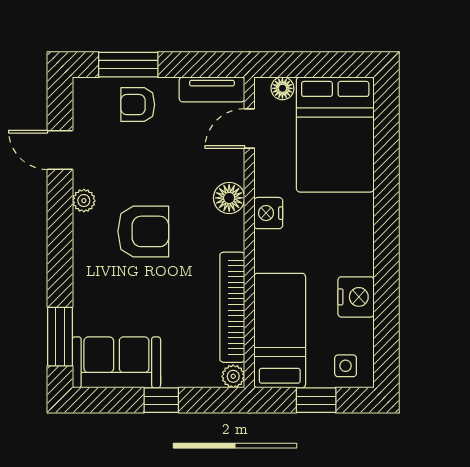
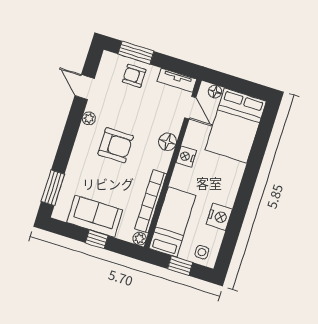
door: (249, 128) -> (190, 108), swing flipped
sofa: (116, 362) -> (95, 216), moved

